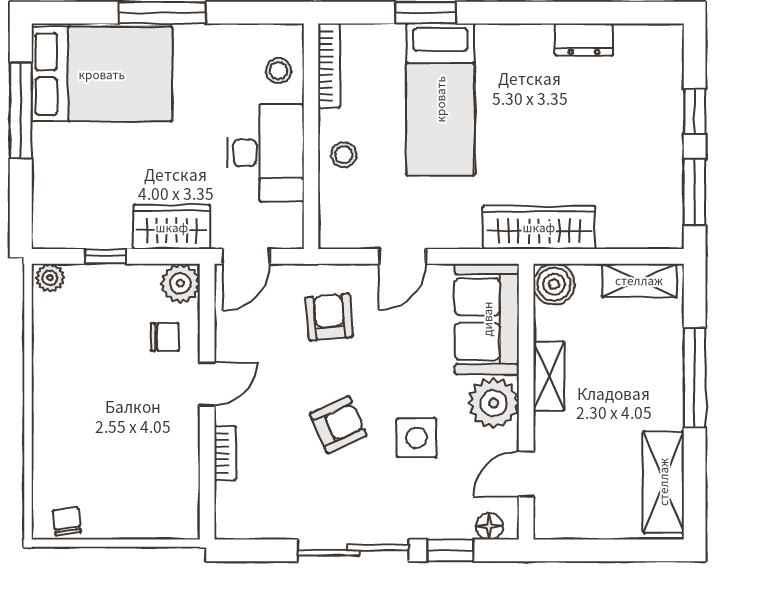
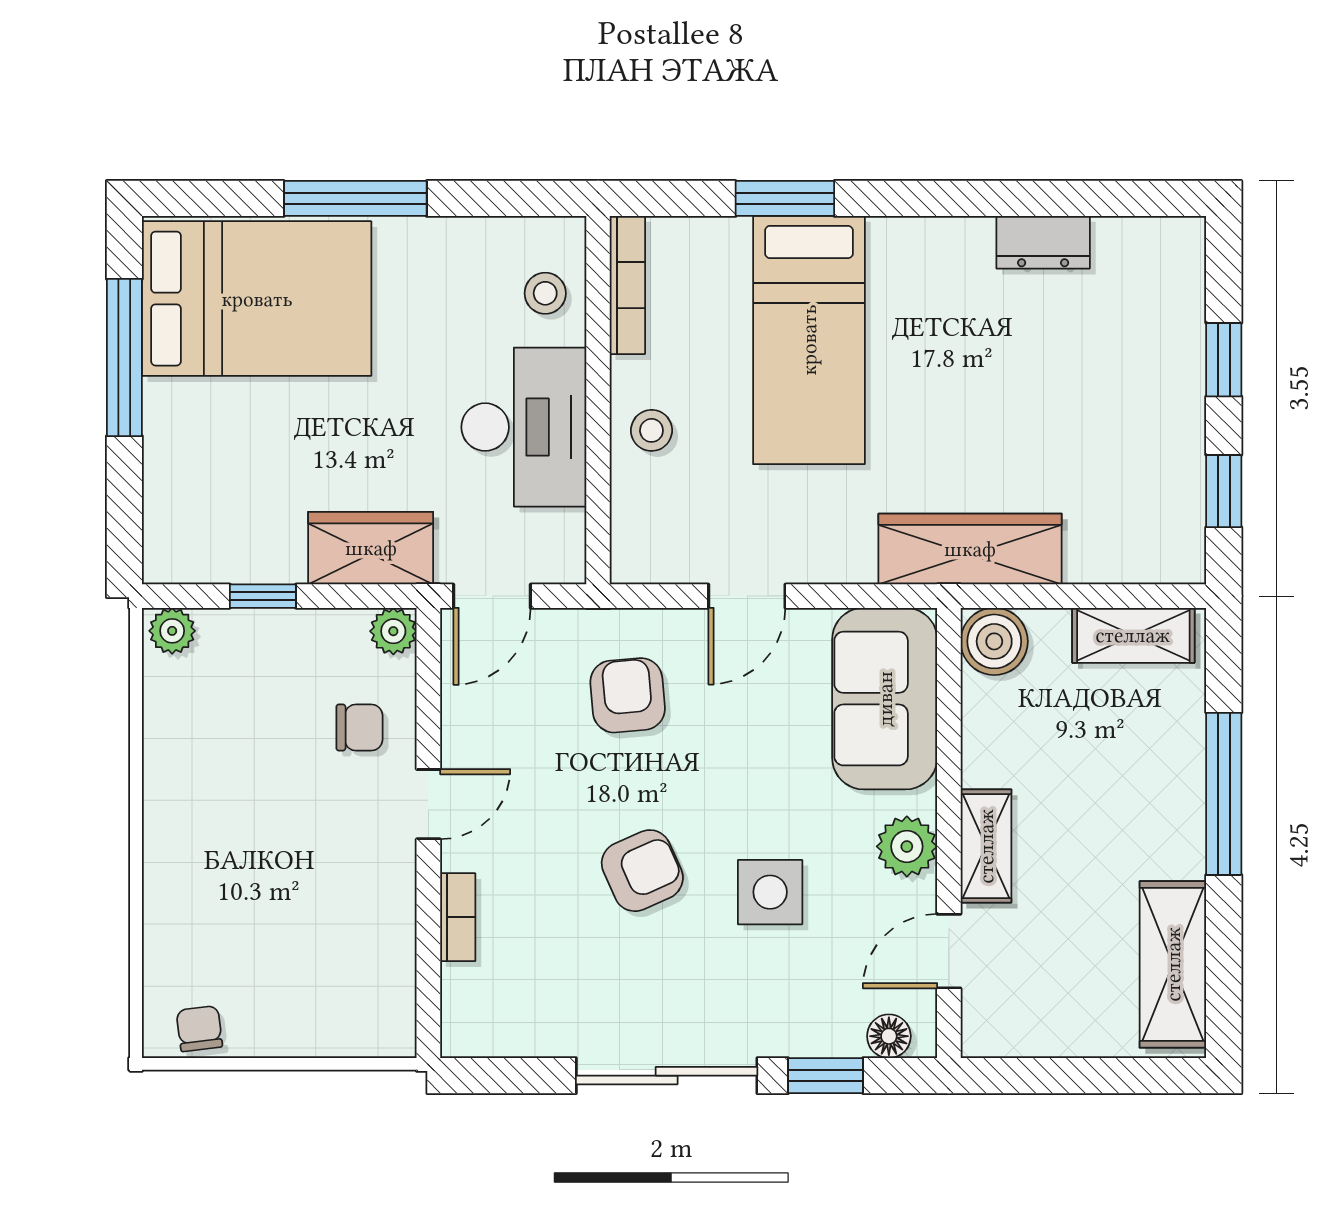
window: (695, 192) -> (1224, 491), width x0.67
plant: (180, 283) -> (393, 631), width x0.73, depth x0.73
shelving: (549, 376) -> (986, 846), moved
plant: (494, 403) -> (907, 846), width x0.73, depth x0.73

